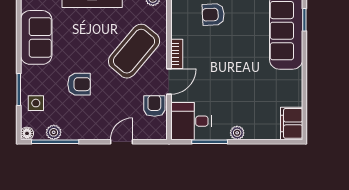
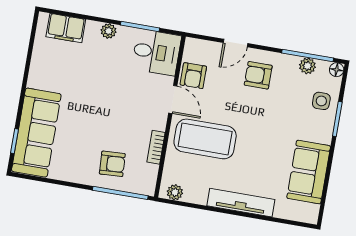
coffee table: (134, 51) -> (205, 139), turned 50
bookcase: (177, 54) -> (156, 147), moved
door: (169, 81) -> (173, 99), swing flipped
armchair: (79, 84) -> (258, 75), moved
filing cabinet: (292, 123) -> (66, 28), moved, turned 90

